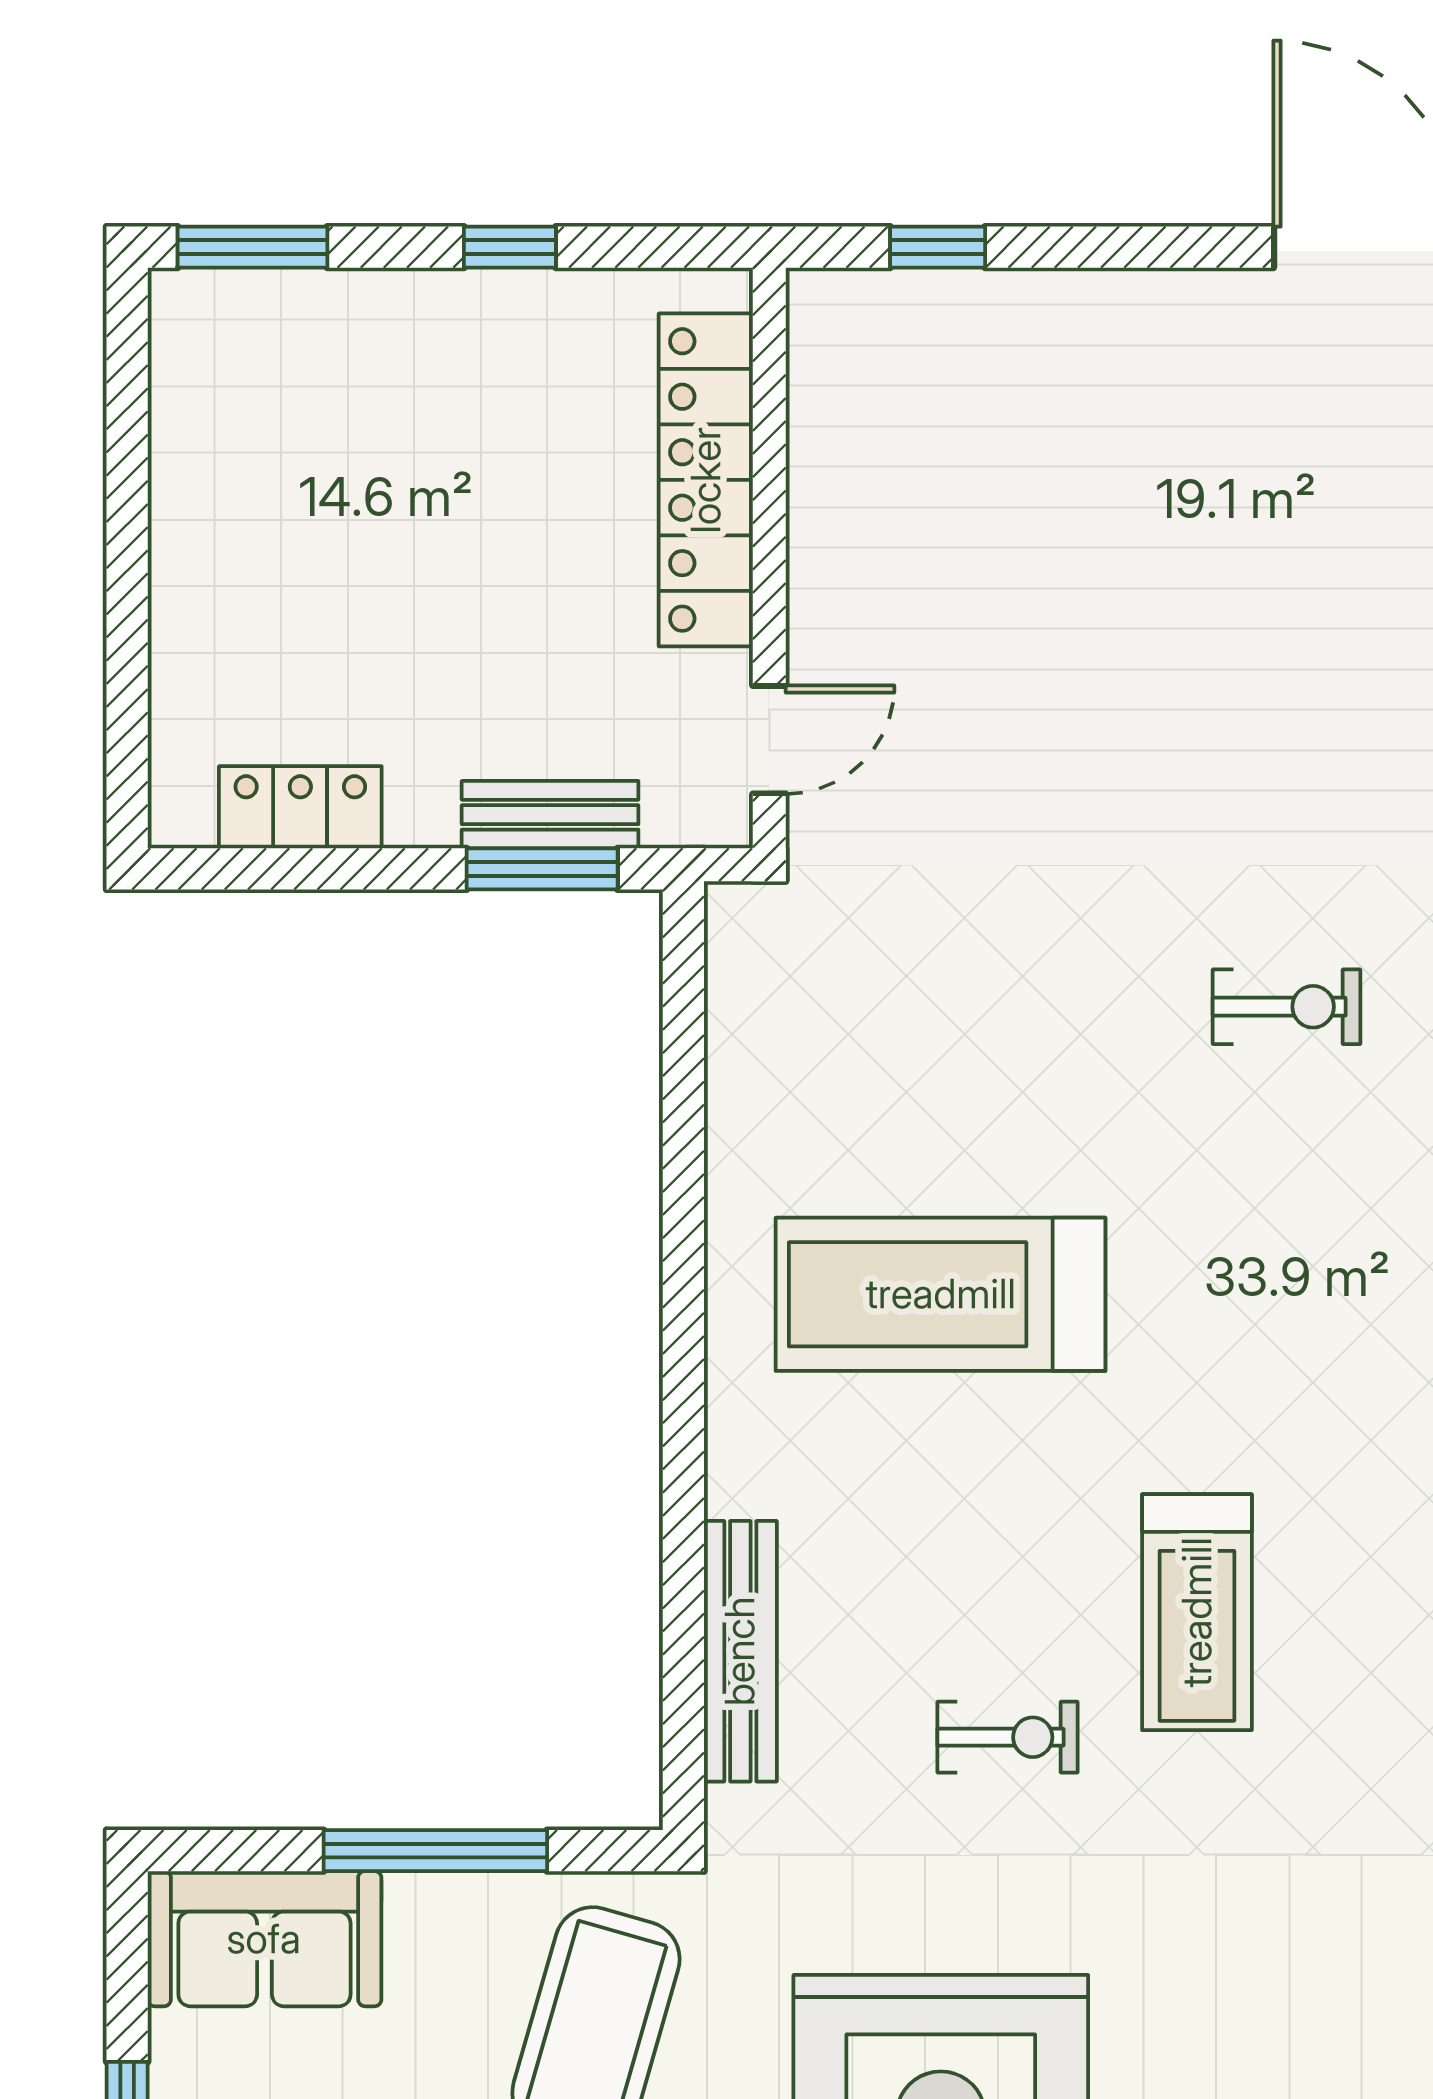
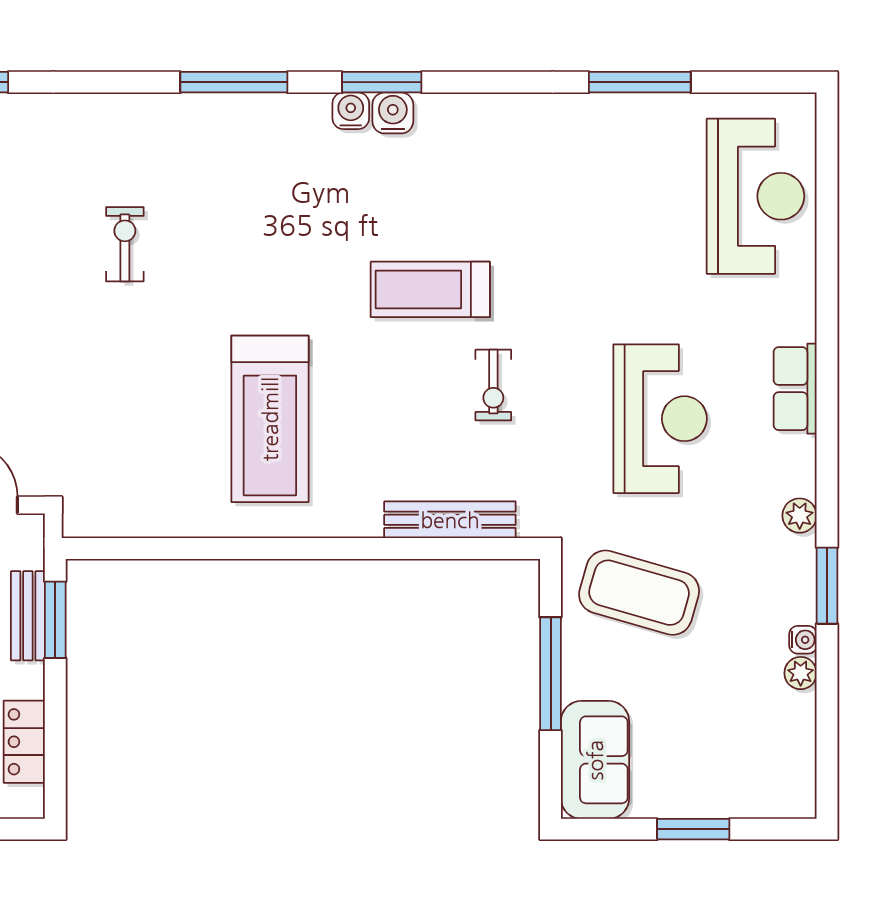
treadmill: (1197, 1612) -> (430, 289), turned 180
exercise bike: (1007, 1737) -> (493, 385), turned 180

